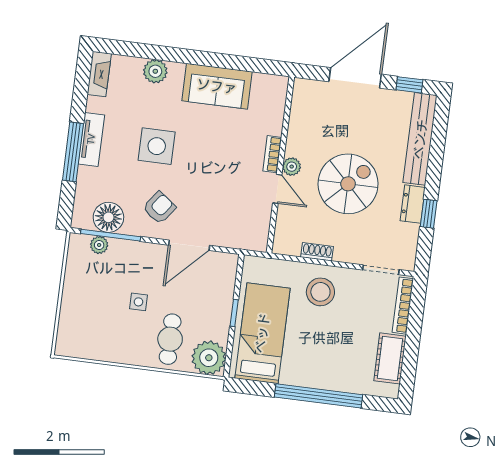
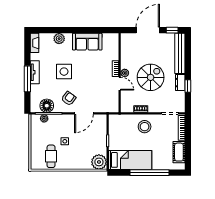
bed: (262, 333) -> (130, 160), moved, turned 90
cafe table: (170, 339) -> (51, 156), moved

